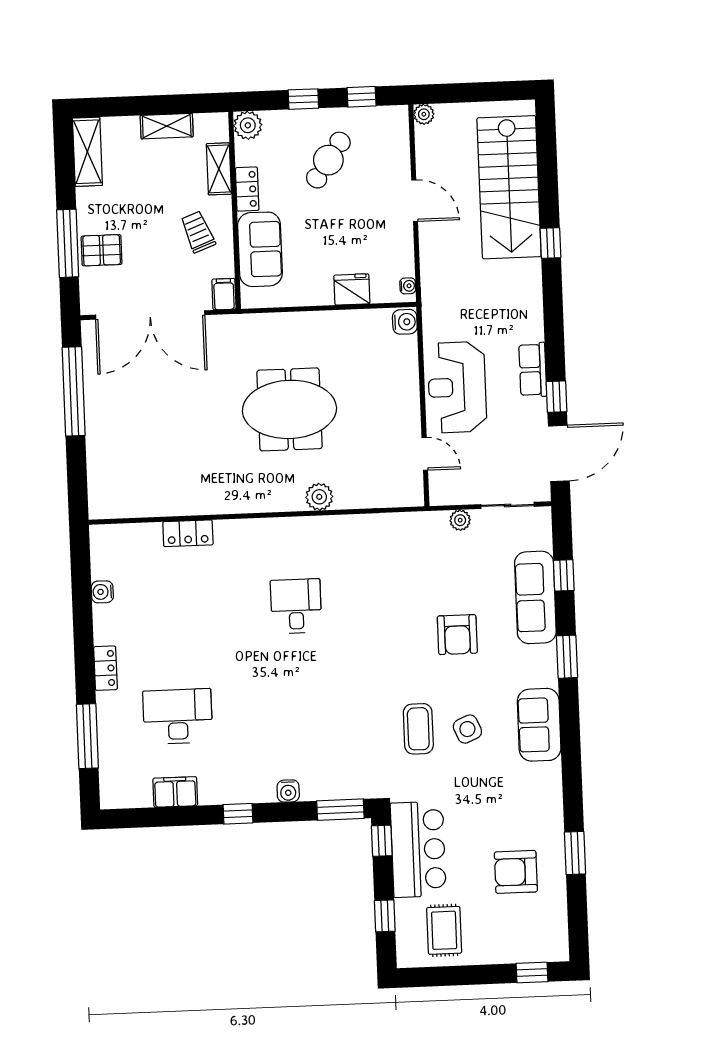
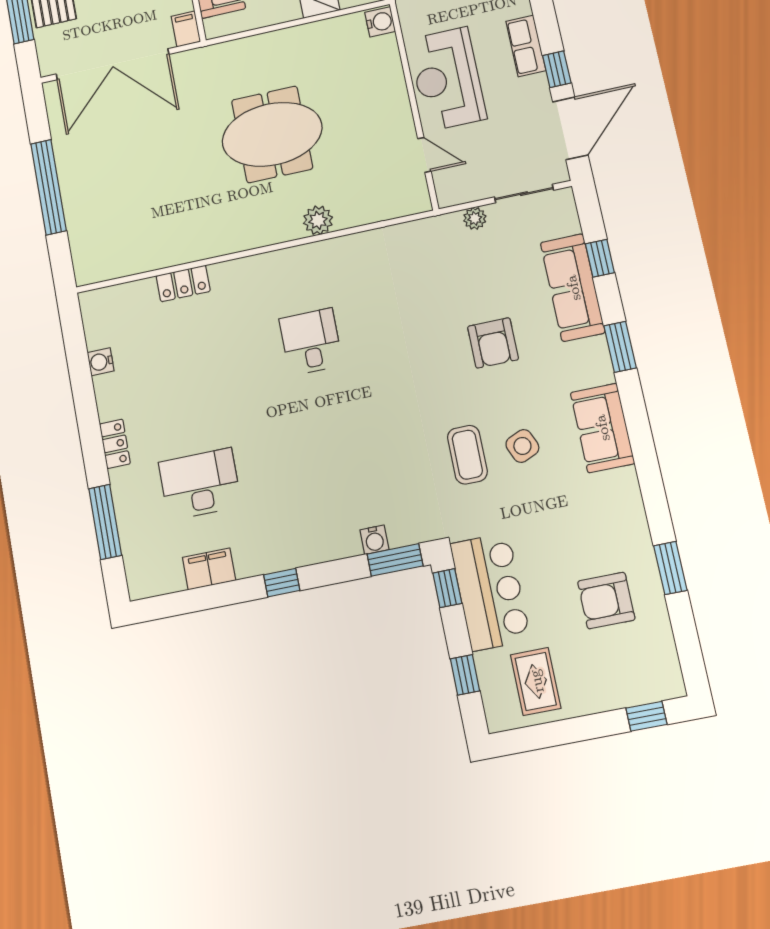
window: (74, 391) -> (49, 187), moved
water cooler: (288, 791) -> (374, 540), moved

